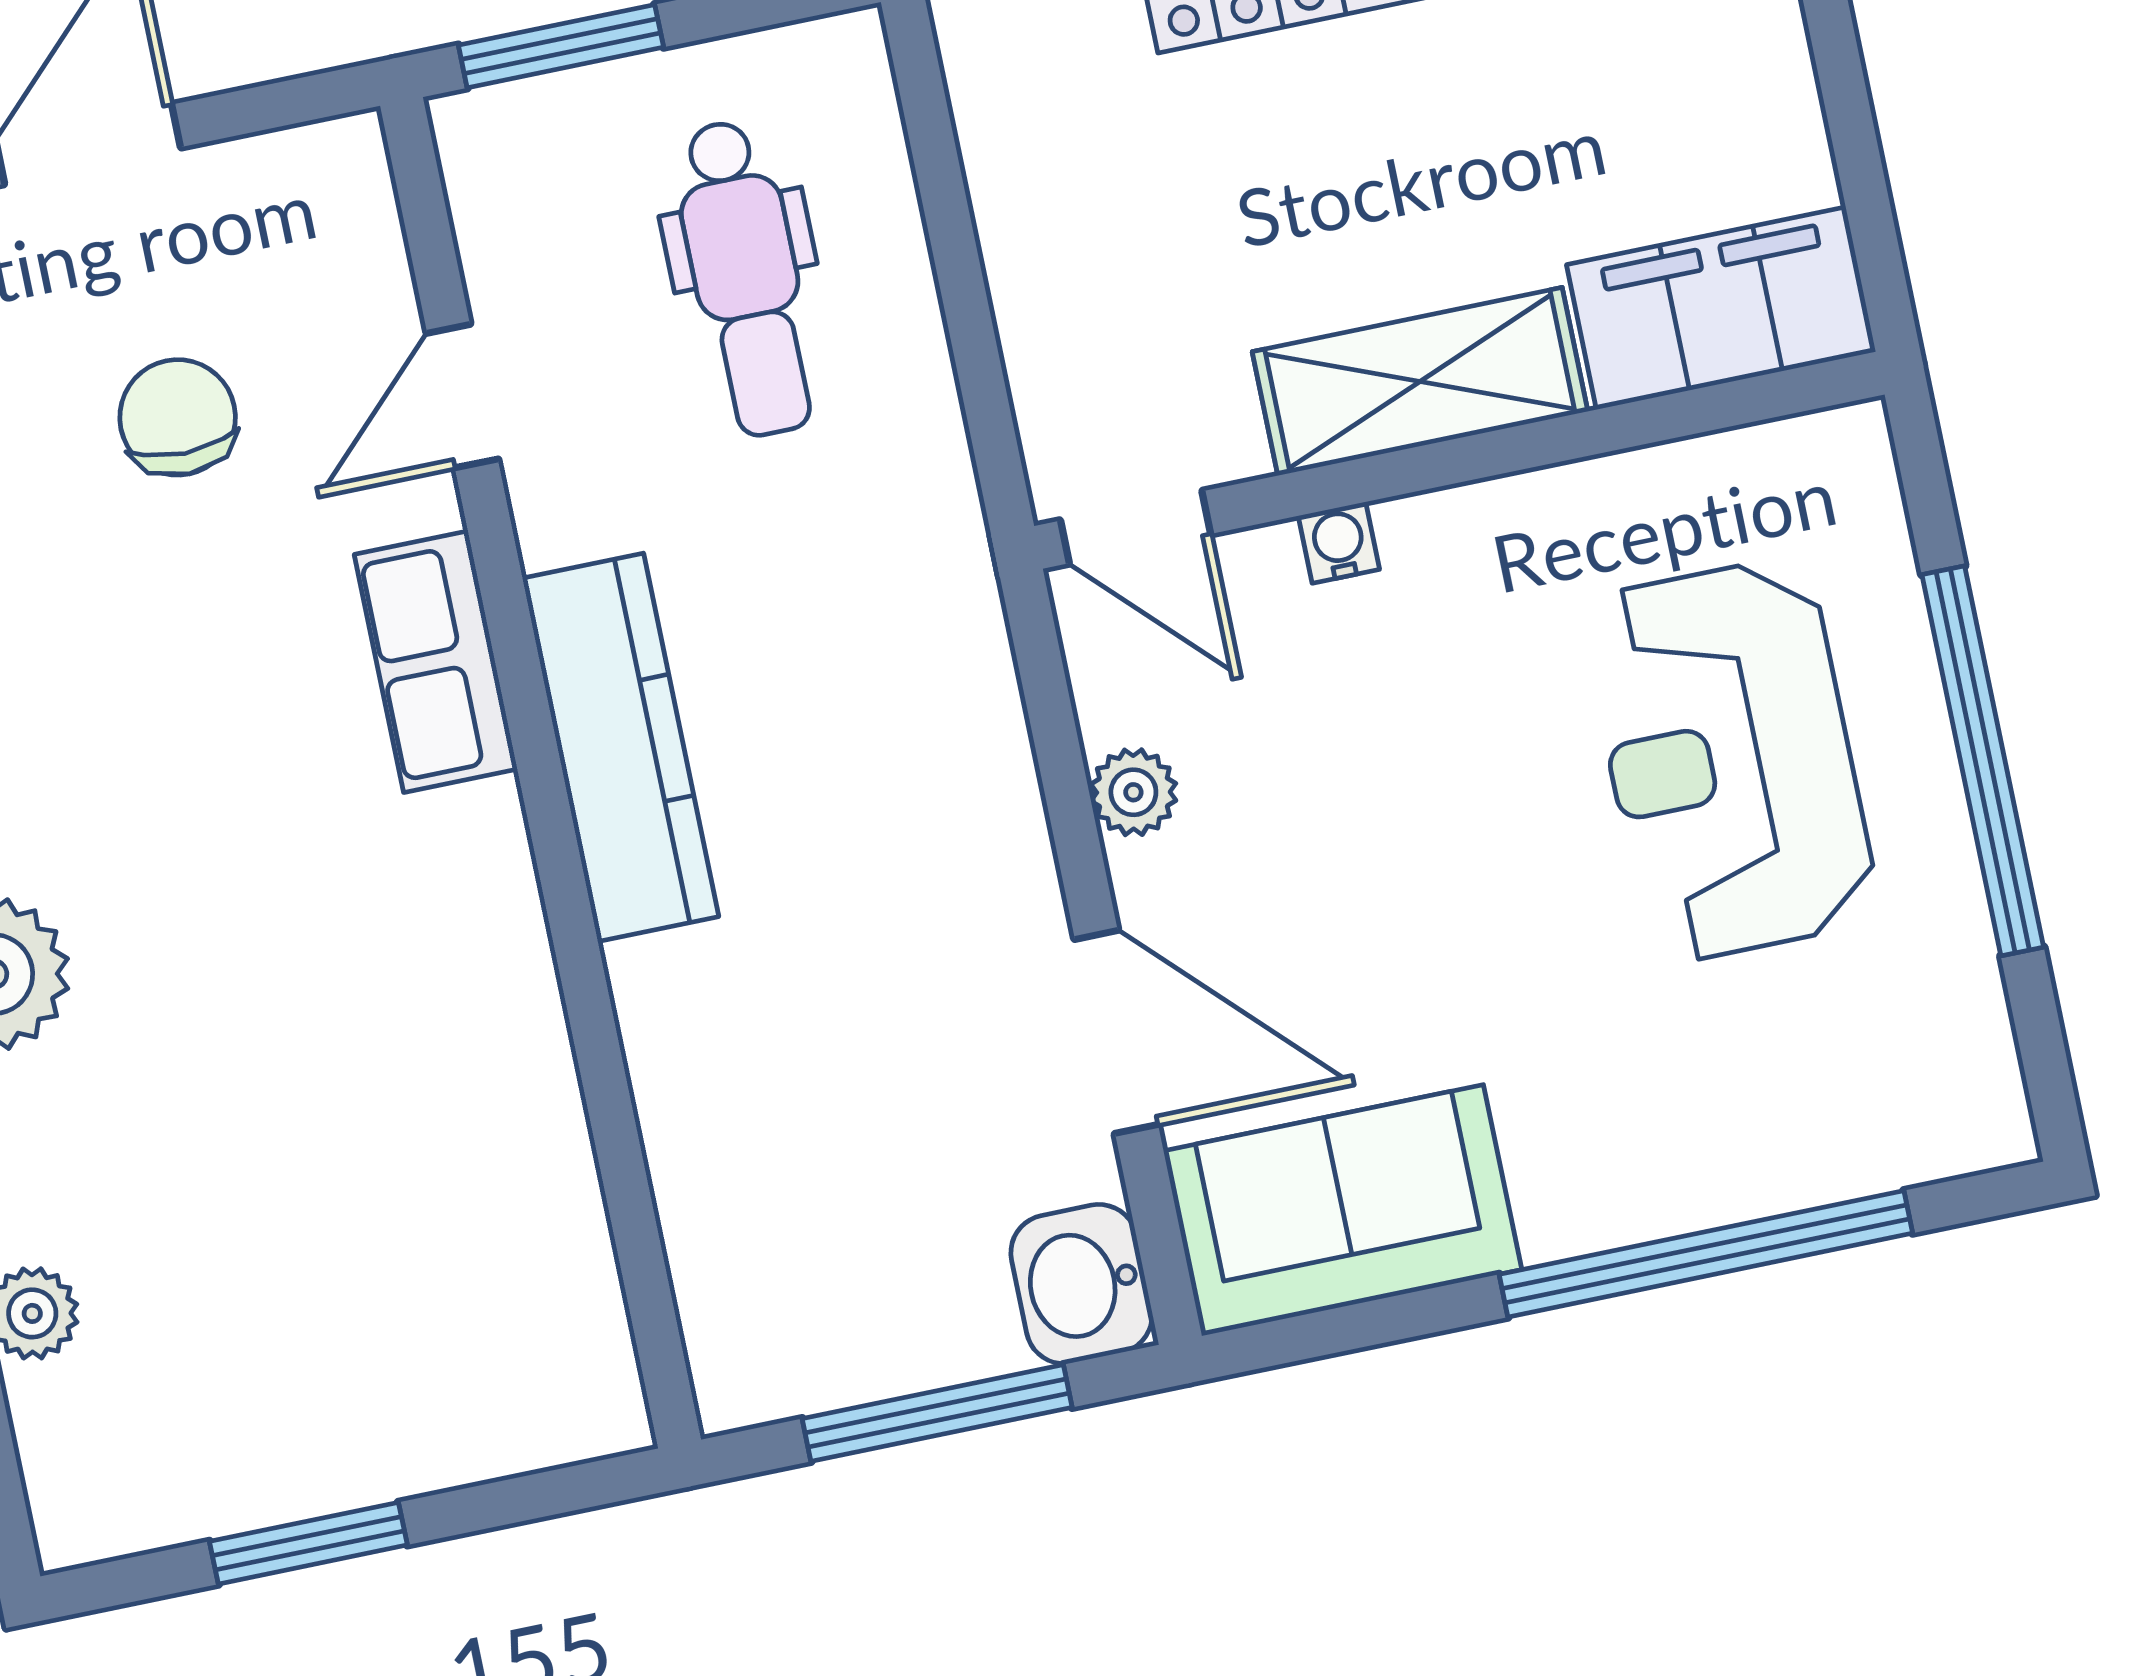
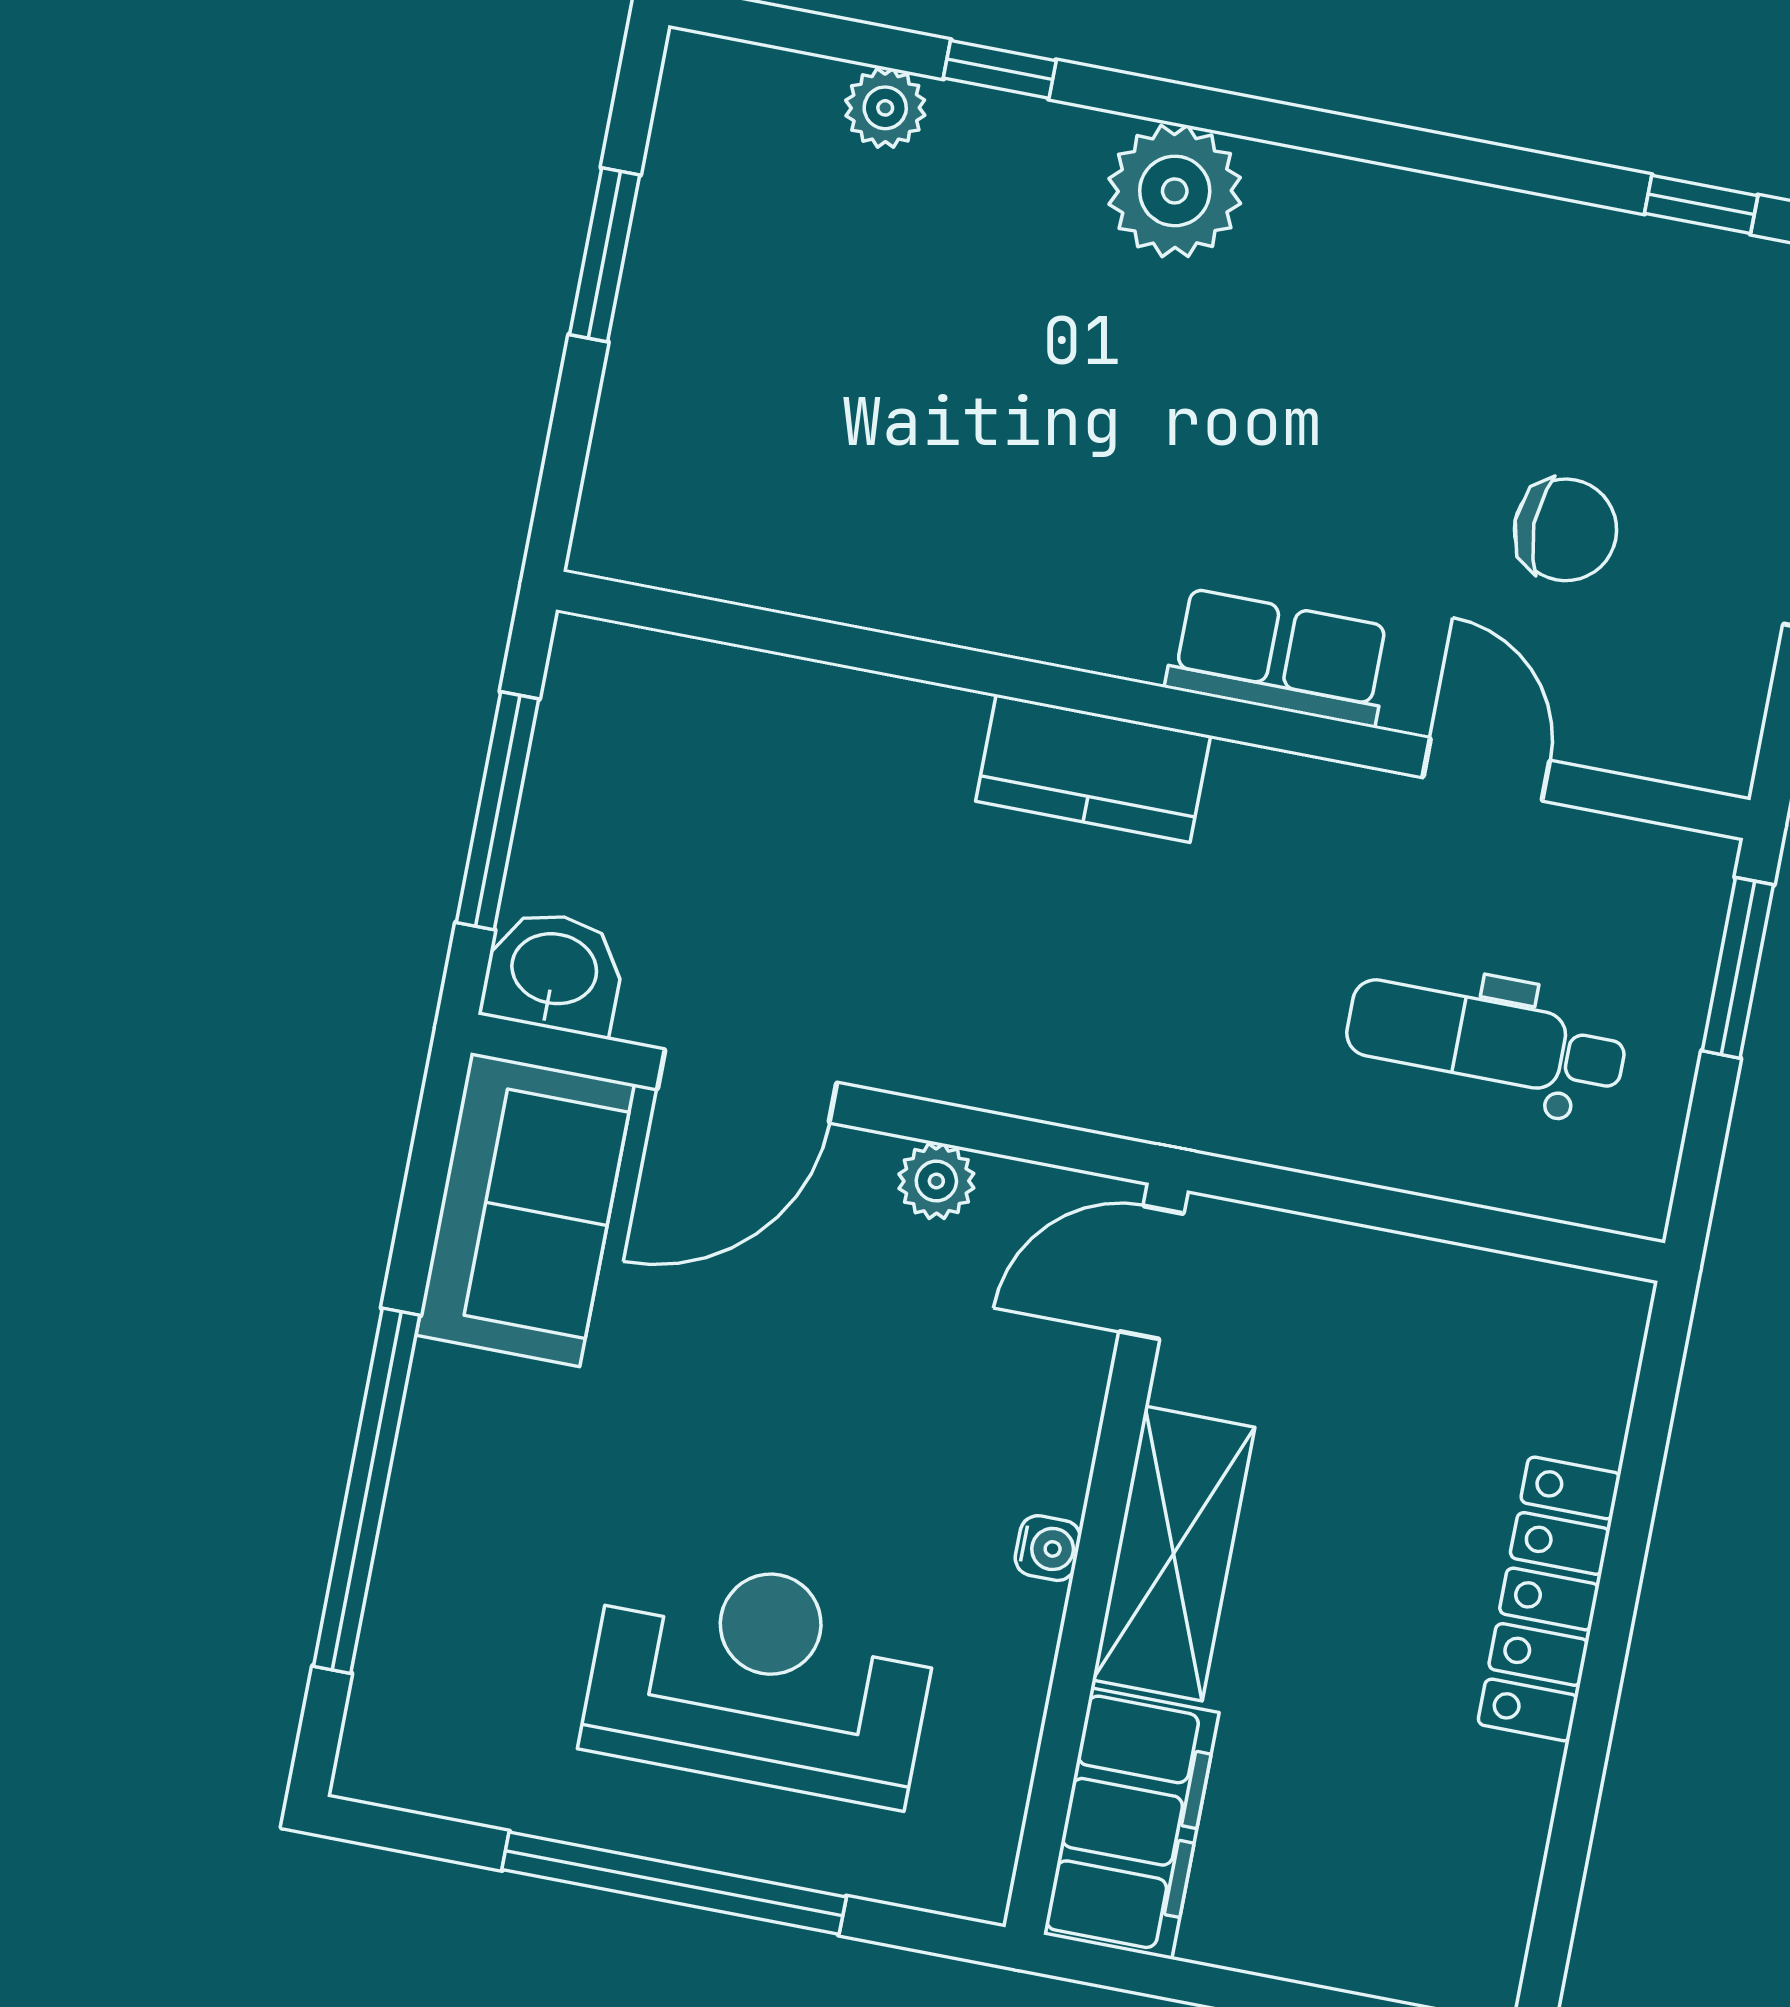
water cooler: (1339, 543) -> (1048, 1548), moved
kitchen counter: (621, 747) -> (1093, 768), width x0.67

